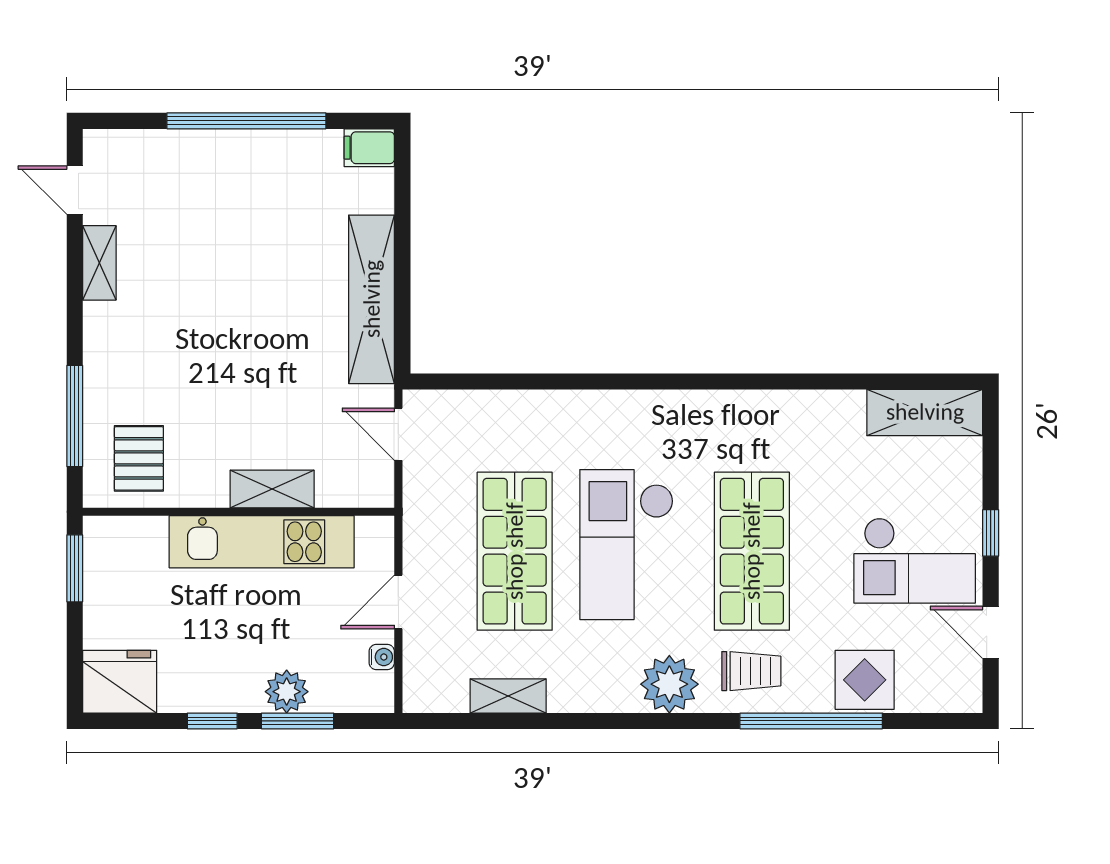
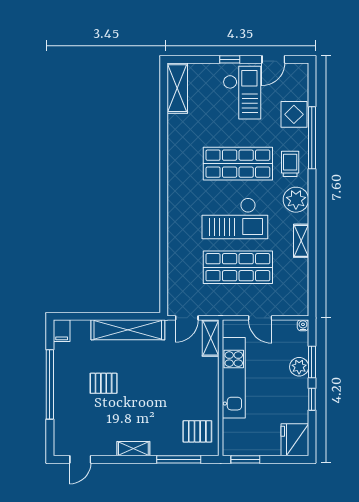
pallet: (249, 244) -> (104, 383), added
shelving: (99, 263) -> (133, 449), moved
shelving: (272, 489) -> (211, 338), moved
water cooler: (382, 657) -> (303, 325), moved
shelving: (508, 696) -> (301, 241), moved

